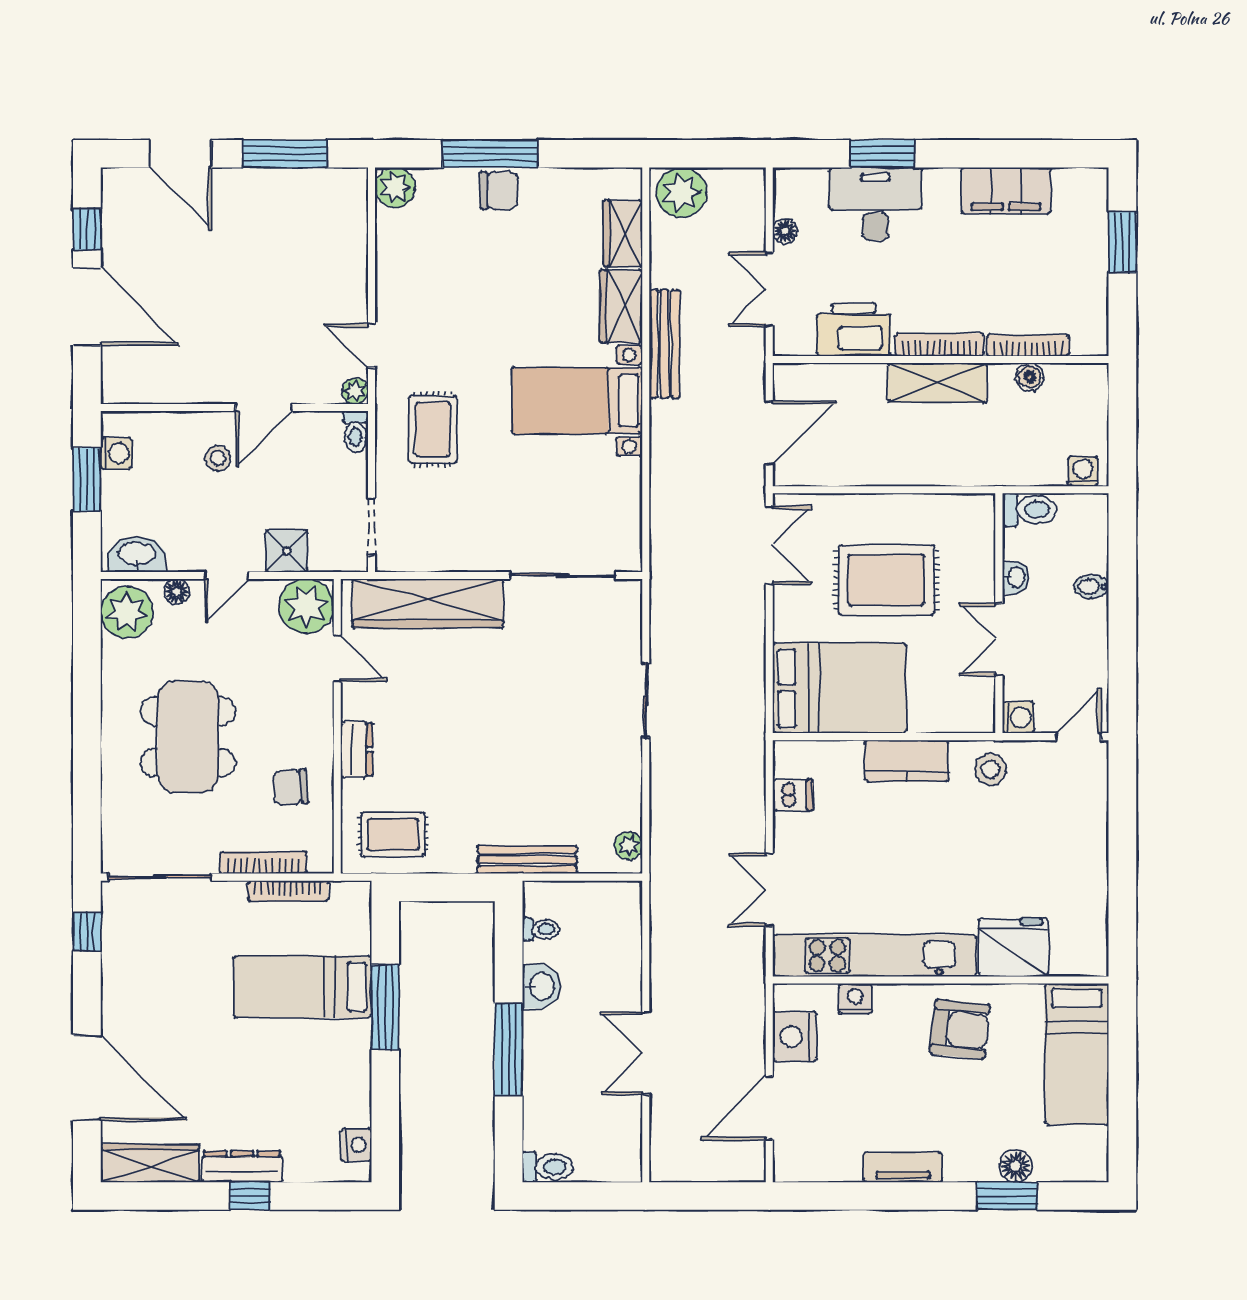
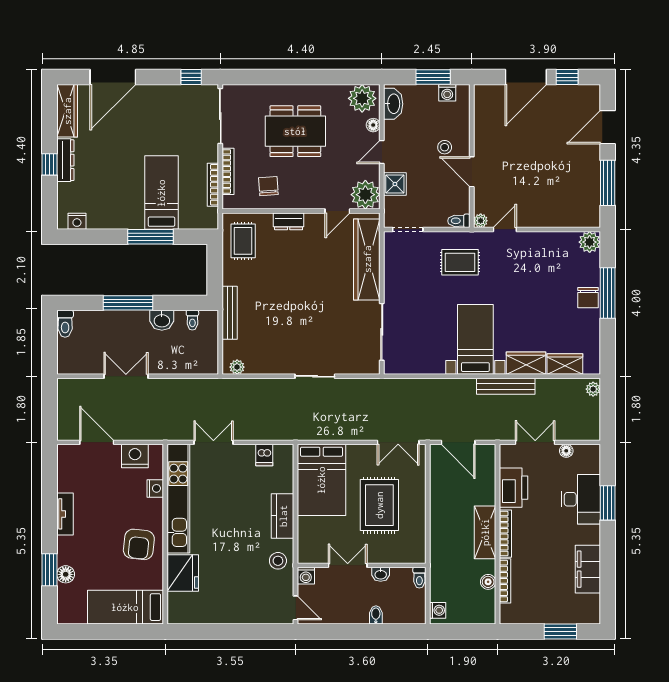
plant: (681, 193) -> (593, 389), width x0.53, depth x0.53
toilet: (1030, 510) -> (419, 578), width x0.73, depth x0.72
door: (227, 575) -> (382, 152), hinge flipped

